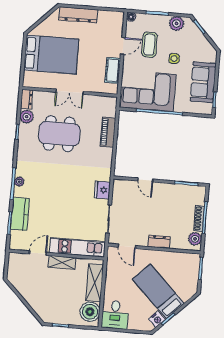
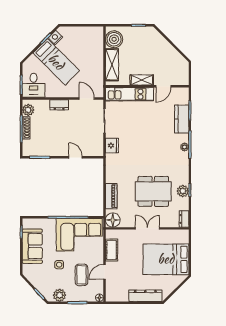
floor lamp: (108, 105) -> (113, 220), added
plant: (27, 117) -> (183, 191), moved
desk: (115, 315) -> (34, 85), moved, turned 180

